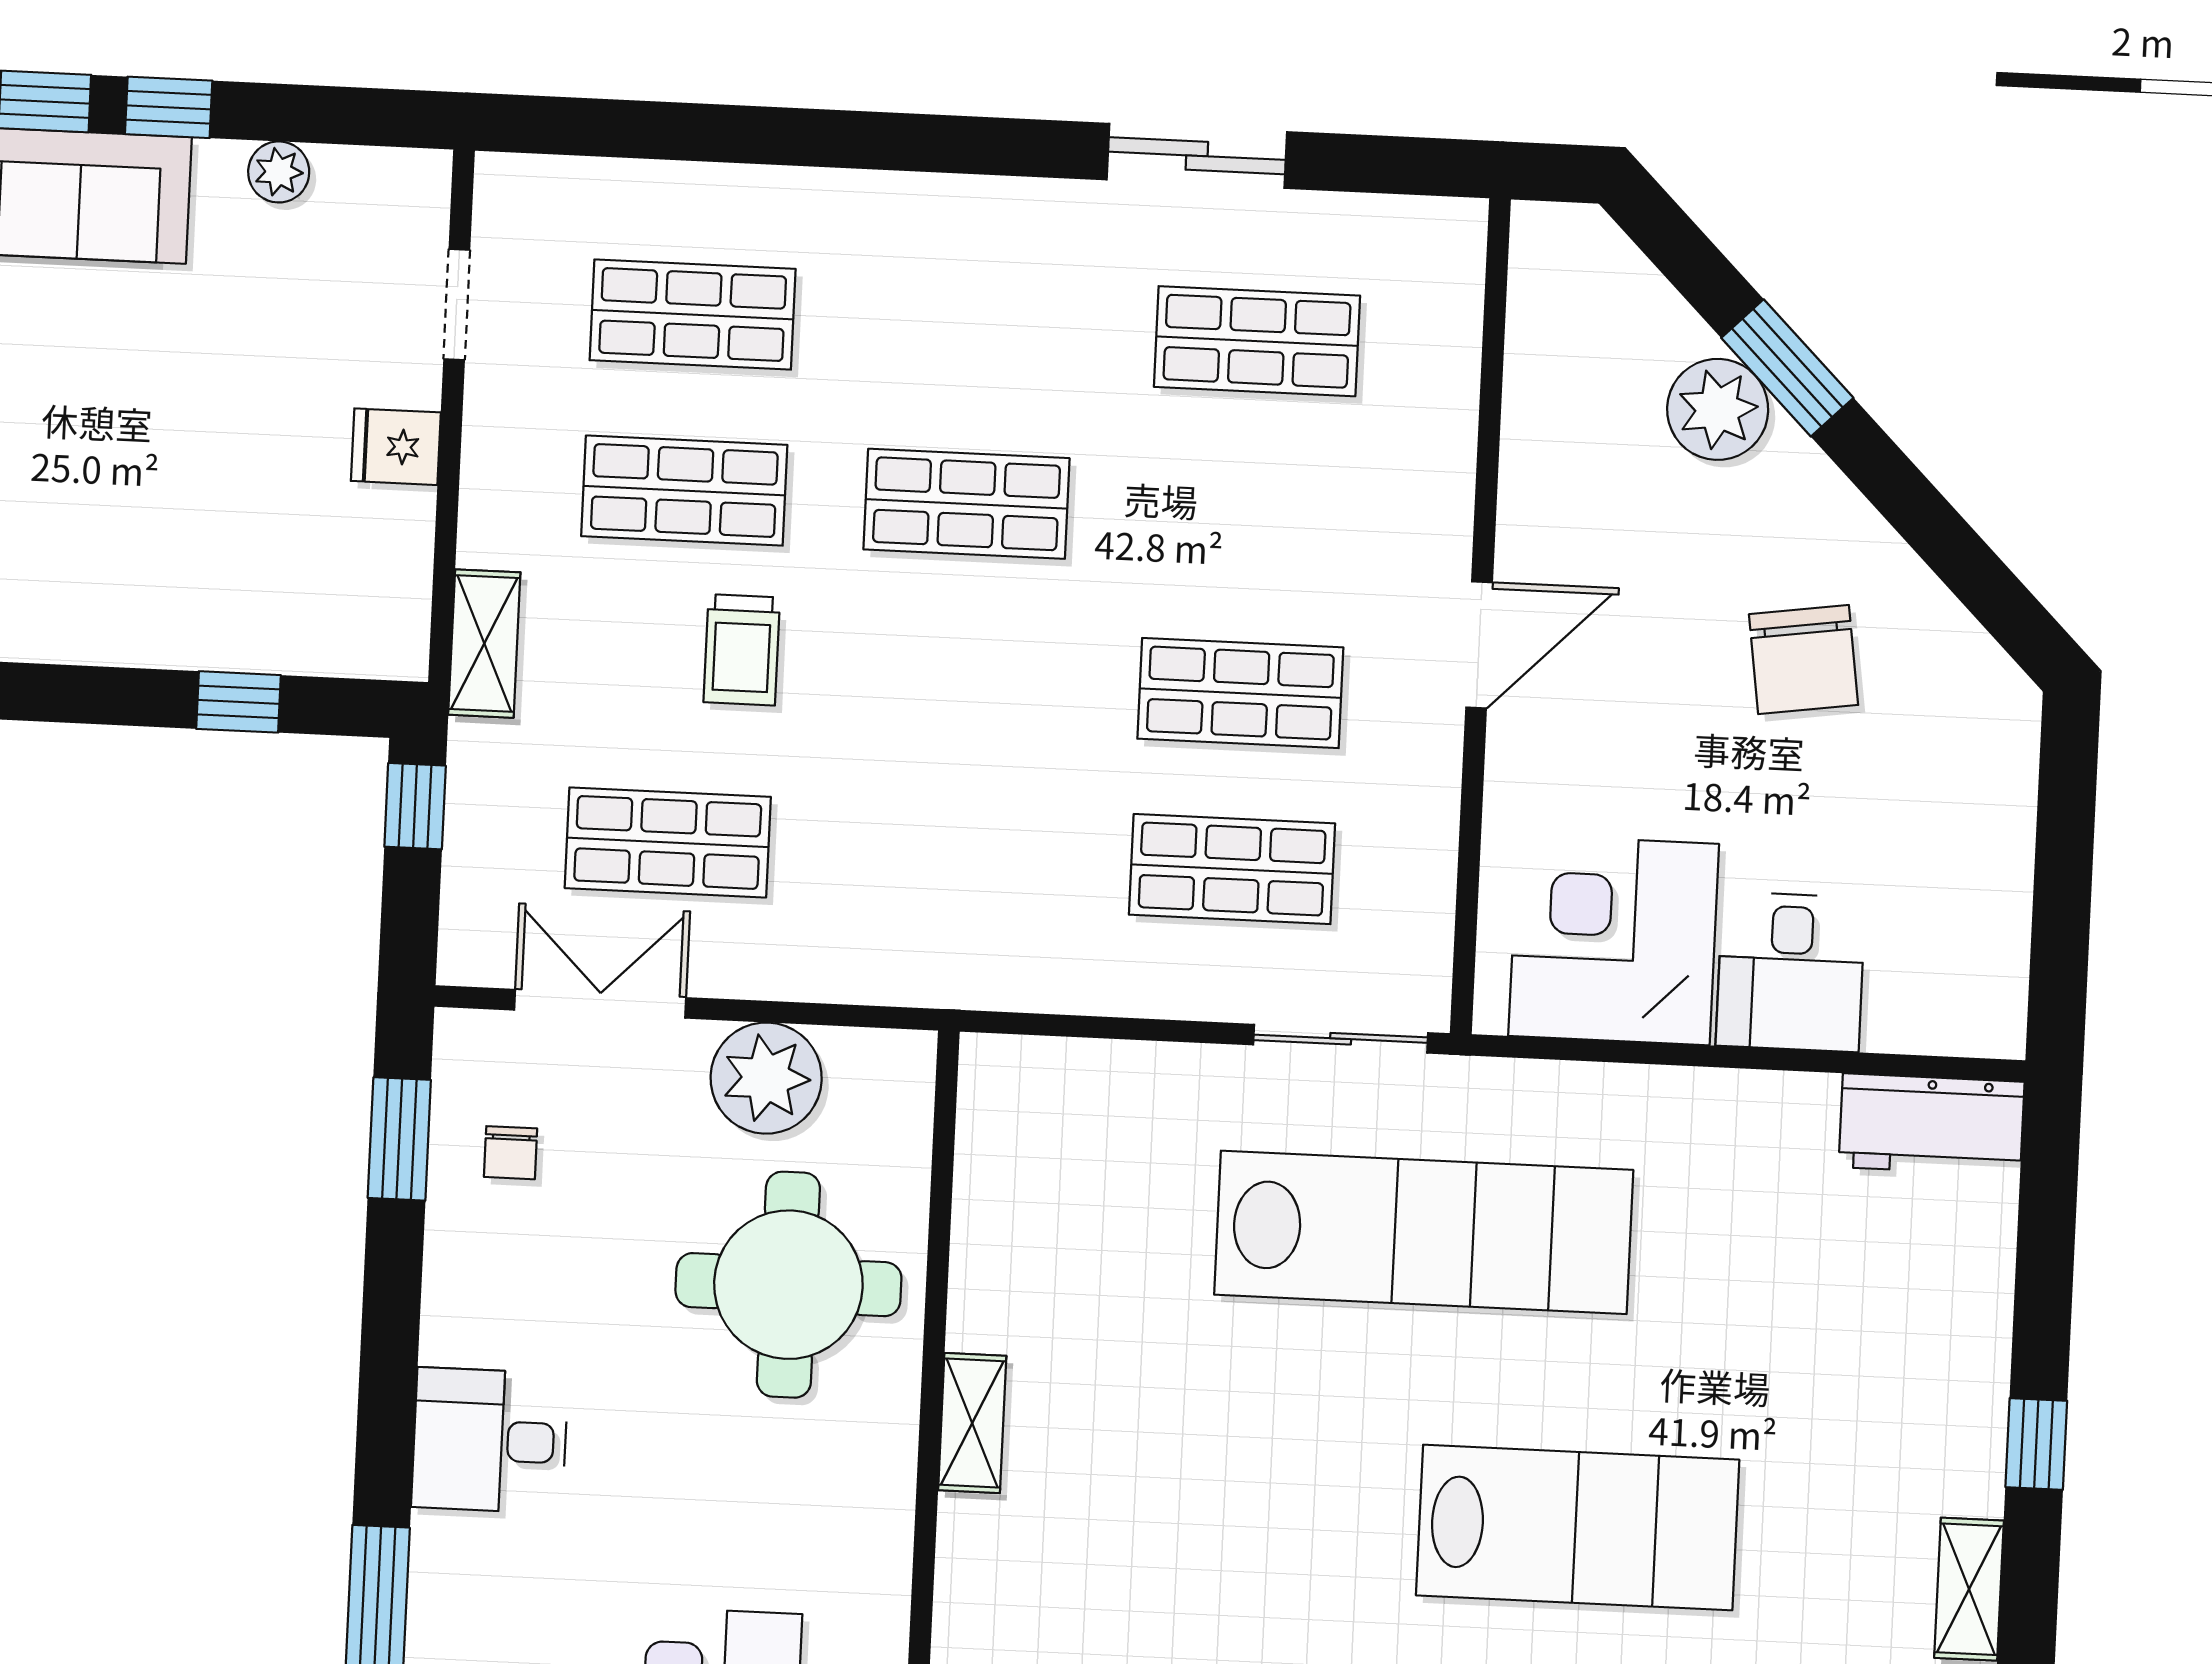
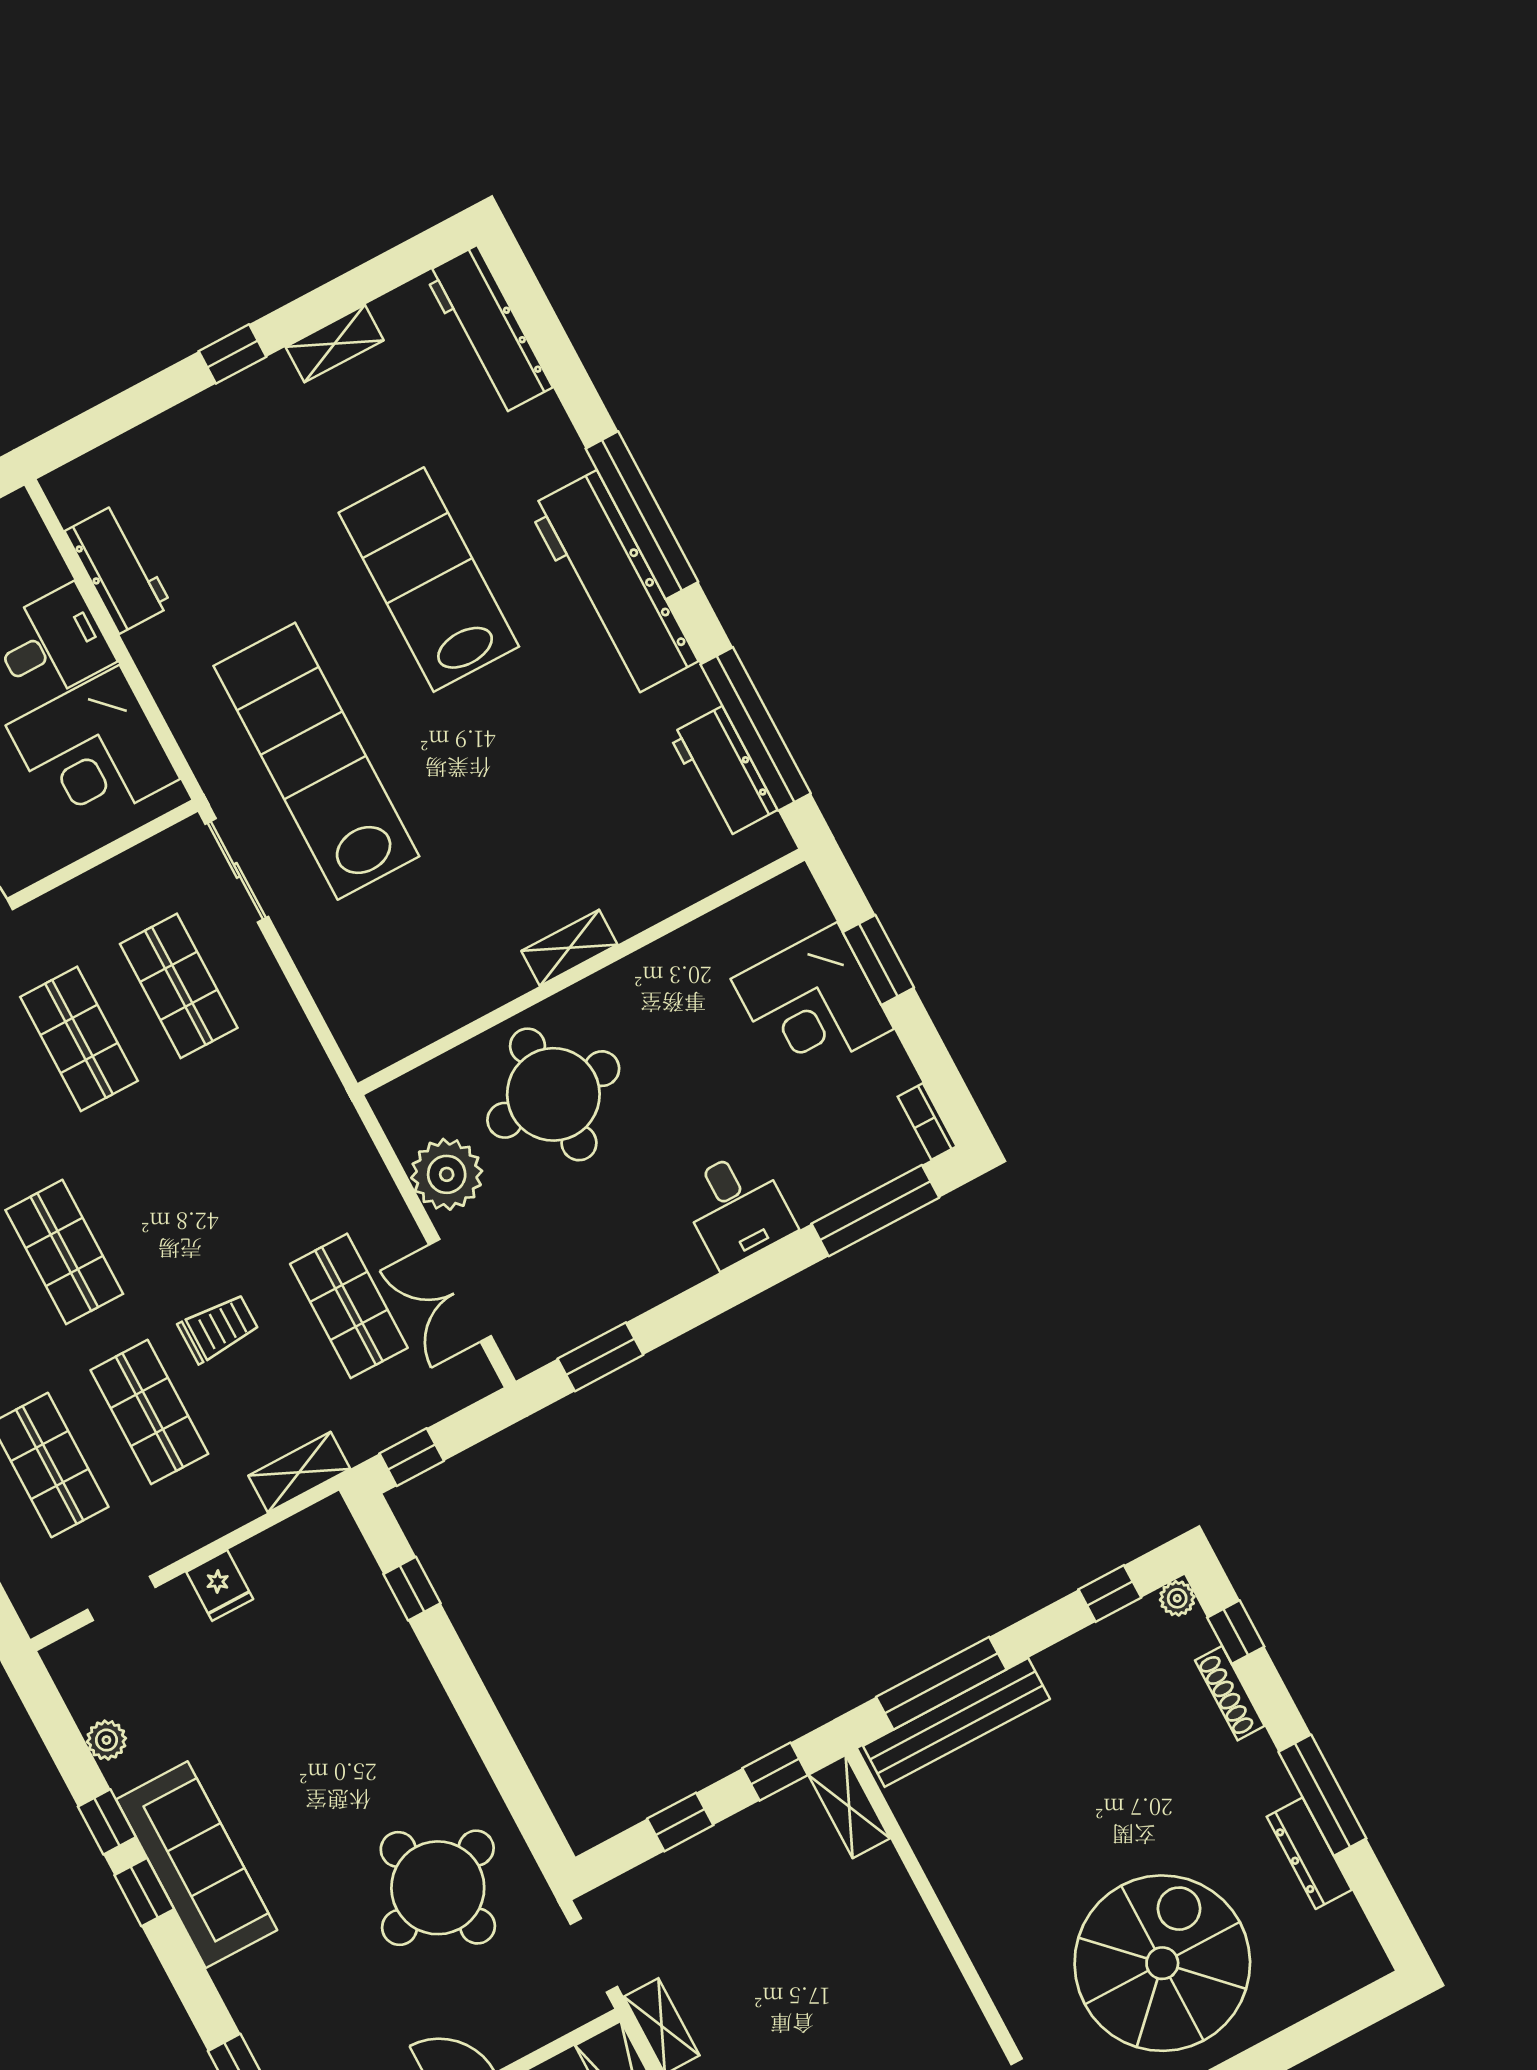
workbench: (1932, 1124) -> (118, 569), moved
chair: (511, 1153) -> (571, 1291), removed

